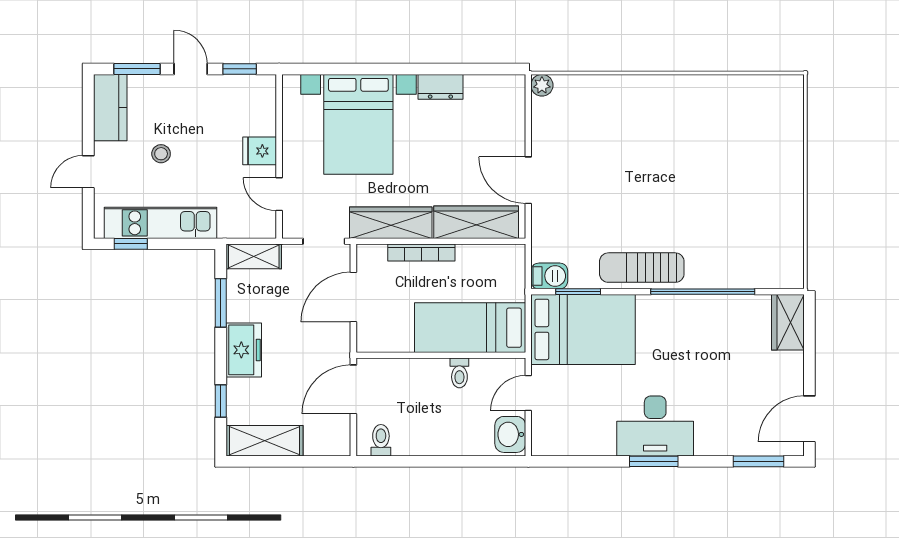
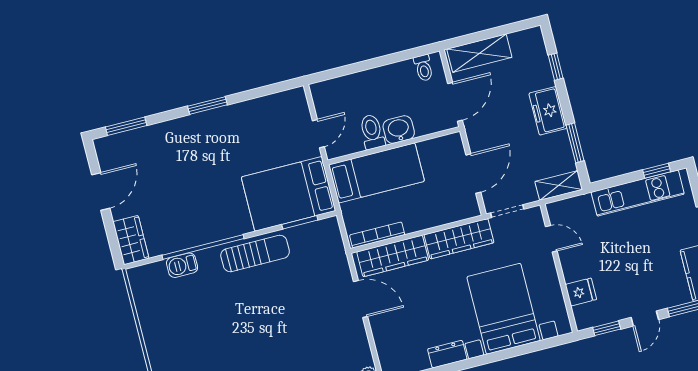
door: (191, 69) -> (645, 319), hinge flipped
fridge: (260, 151) -> (581, 292), moved
stool: (161, 154) -> (651, 247), removed
bookcase: (421, 253) -> (377, 235), moved
barbecue: (549, 276) -> (182, 265), moved
toilet: (459, 373) -> (372, 132), width x1.37, depth x1.39
door: (809, 419) -> (101, 192), moved
desk: (655, 426) -> (213, 133), removed
washbasin: (510, 434) -> (399, 130), moved, turned -90
shelving: (265, 441) -> (479, 53), moved

